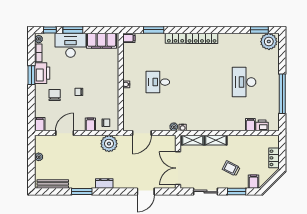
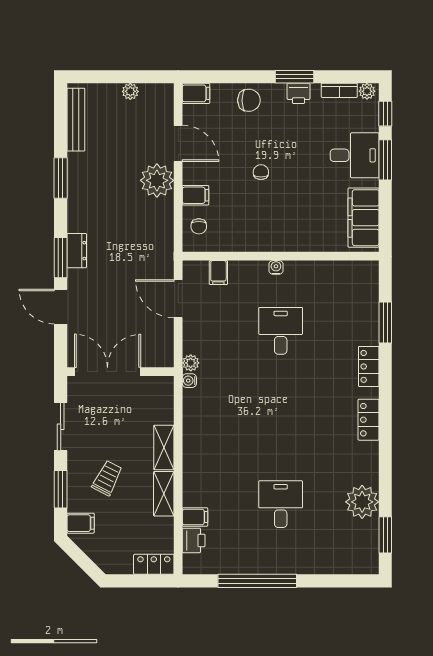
filing cabinet: (129, 38) -> (218, 273), moved
locker: (202, 38) -> (369, 420), width x0.66
plant: (269, 42) -> (362, 502), moved
desk: (70, 45) -> (355, 155), width x0.73
printer: (42, 73) -> (298, 93), width x0.53, depth x0.68
desk: (244, 82) -> (281, 504), width x0.73
chair: (55, 95) -> (249, 100), moved
shelving: (193, 140) -> (164, 494), moved
plant: (109, 144) -> (157, 180), moved
locker: (274, 158) -> (154, 564), moved
dresser: (104, 183) -> (77, 251), moved
window: (121, 192) -> (61, 258), added

